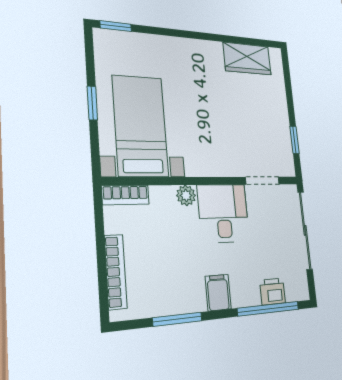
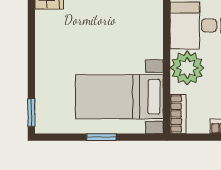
plant: (186, 195) -> (187, 68), width x1.88, depth x1.88

